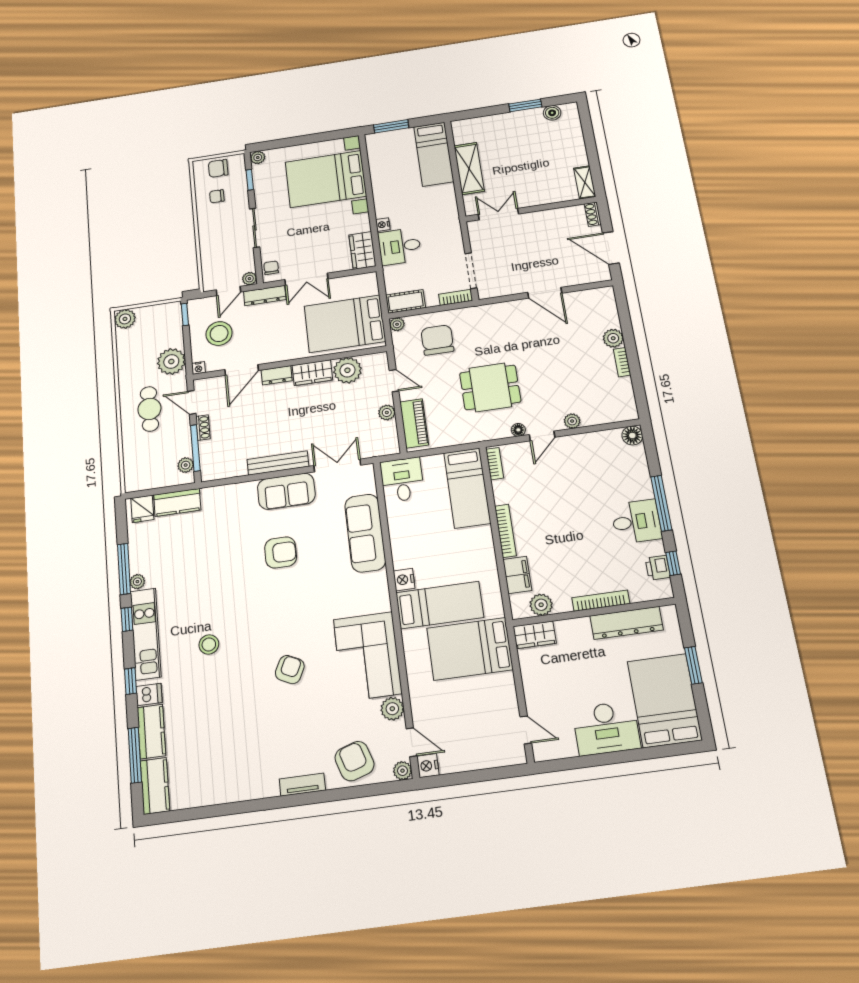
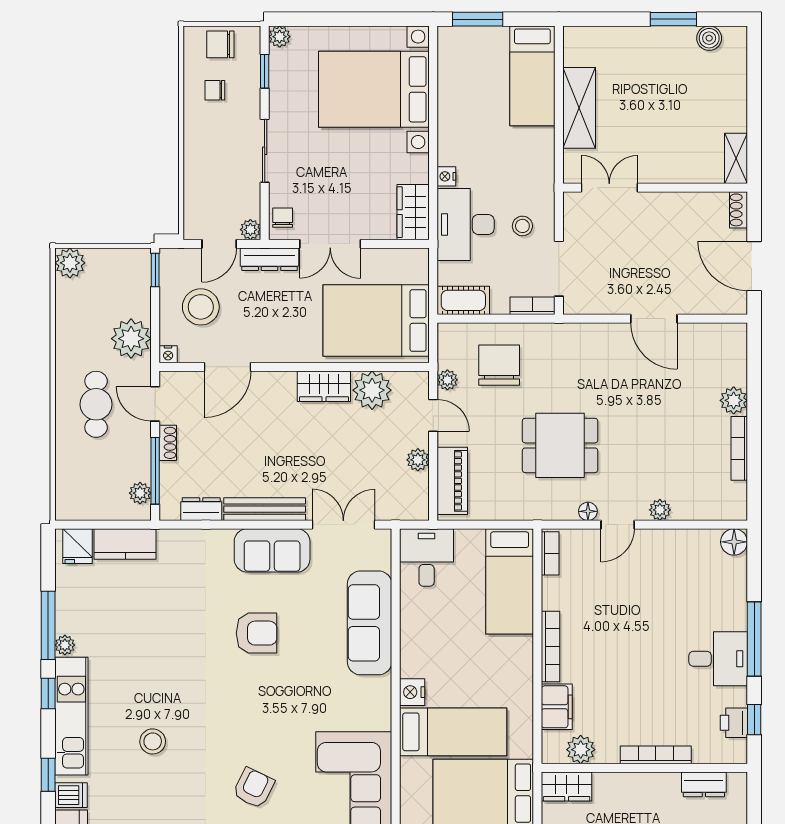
desk: (400, 246) -> (466, 224), width x1.37
stool: (441, 247) -> (522, 226), added
plant: (397, 324) -> (447, 380), moved
bookcase: (622, 362) -> (739, 448), width x1.56
dresser: (277, 375) -> (201, 509), moved, turned 180
dresser: (627, 623) -> (704, 784), width x0.51, depth x0.80

